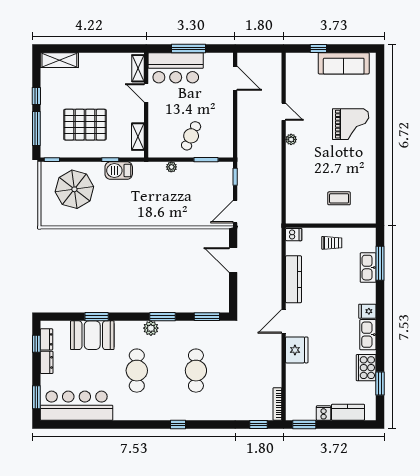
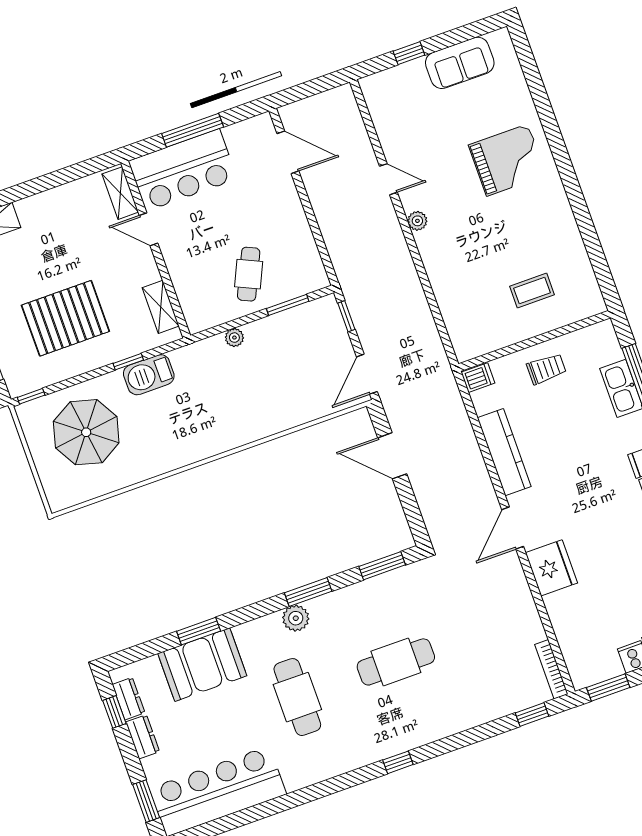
sofa: (344, 63) -> (460, 63), width x0.73
cafe table: (196, 371) -> (396, 662), turned 90

